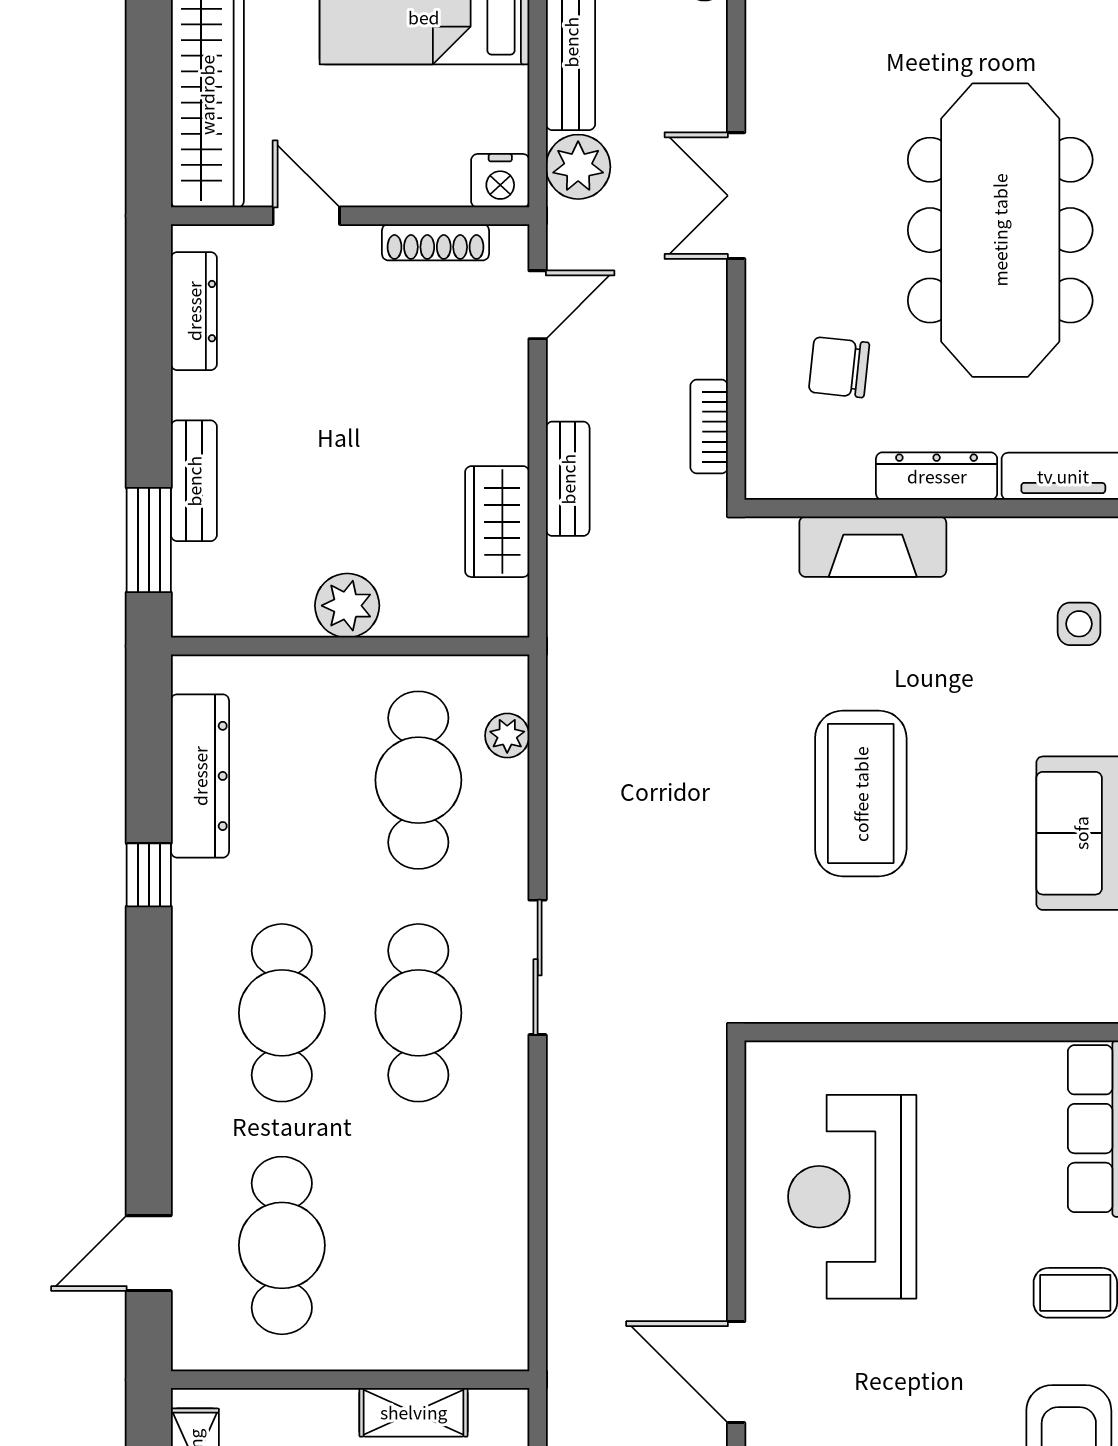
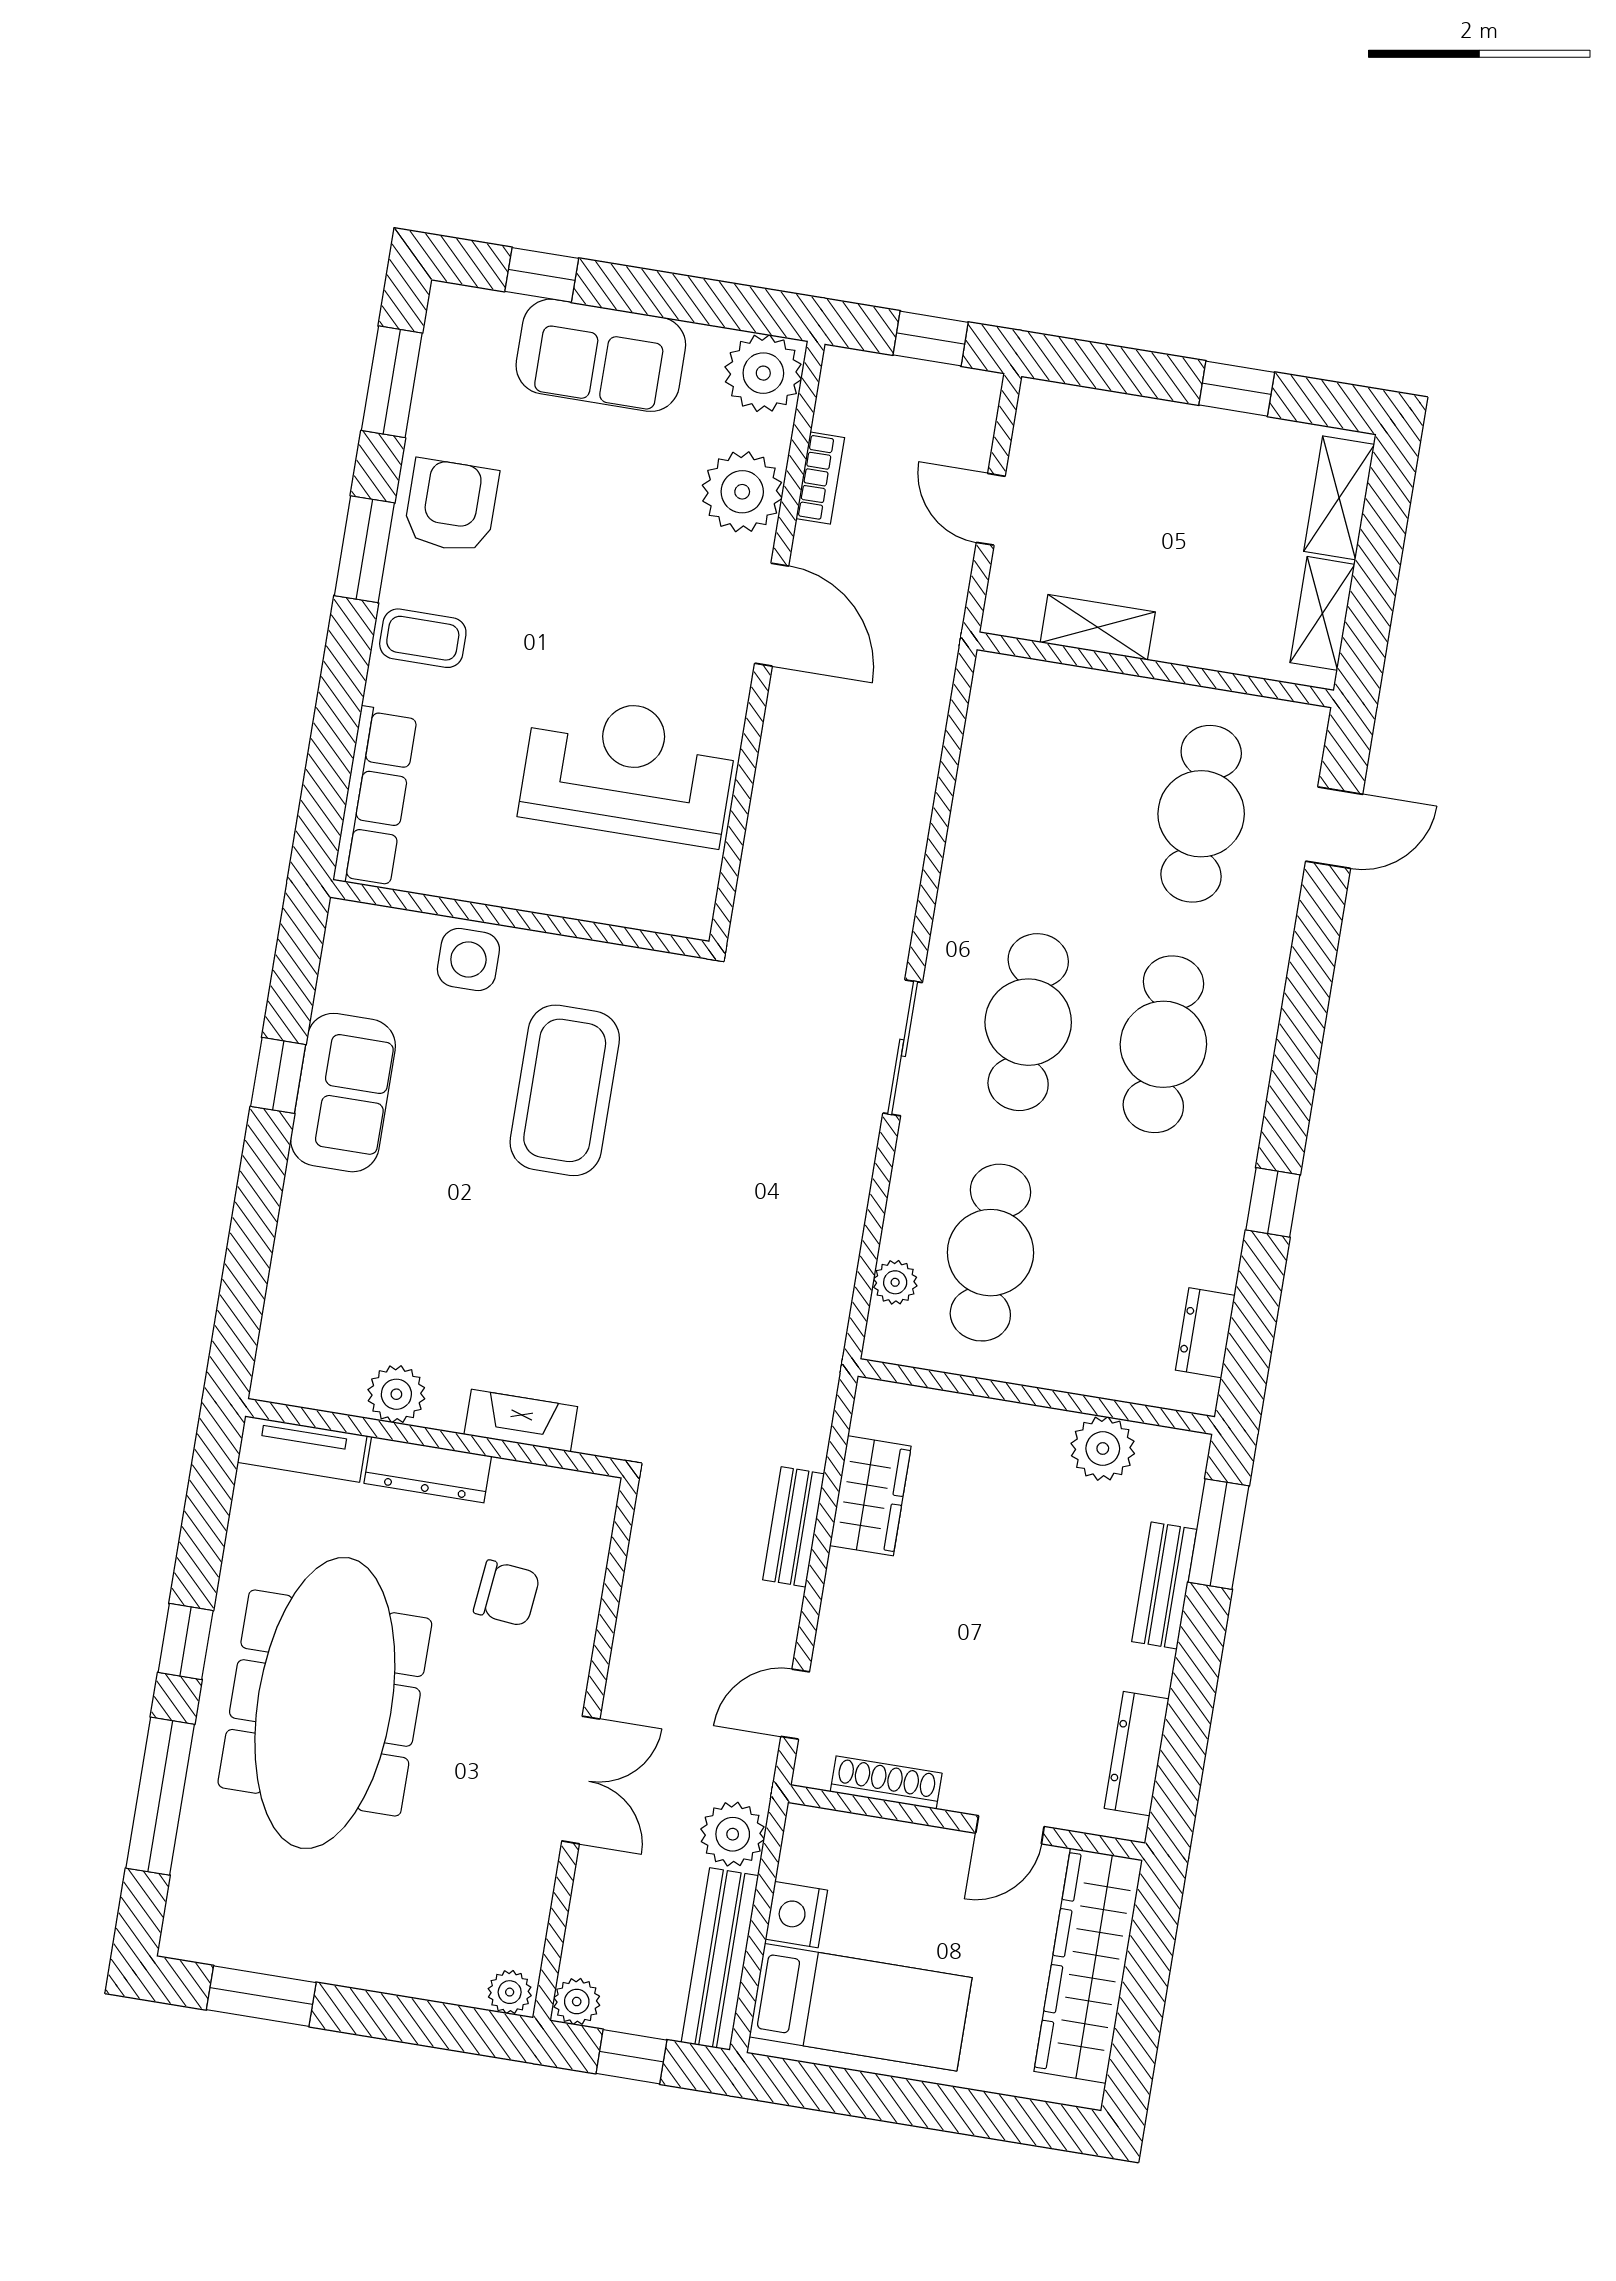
nightstand: (500, 181) -> (796, 1915), moved, turned -90
door: (306, 216) -> (1010, 1830), hinge flipped
bookcase: (709, 427) -> (645, 1556), removed
plant: (980, 545) -> (396, 1394), added
fireplace: (873, 547) -> (521, 1421), width x0.73, depth x0.76
plant: (347, 606) -> (1103, 1448), moved
side table: (1079, 624) -> (468, 959), moved, width x1.37, depth x1.37
dresser: (200, 776) -> (1205, 1333), width x0.51, depth x0.80
coffee table: (861, 794) -> (565, 1090), moved
reception desk: (852, 1197) -> (628, 770), turned -90

